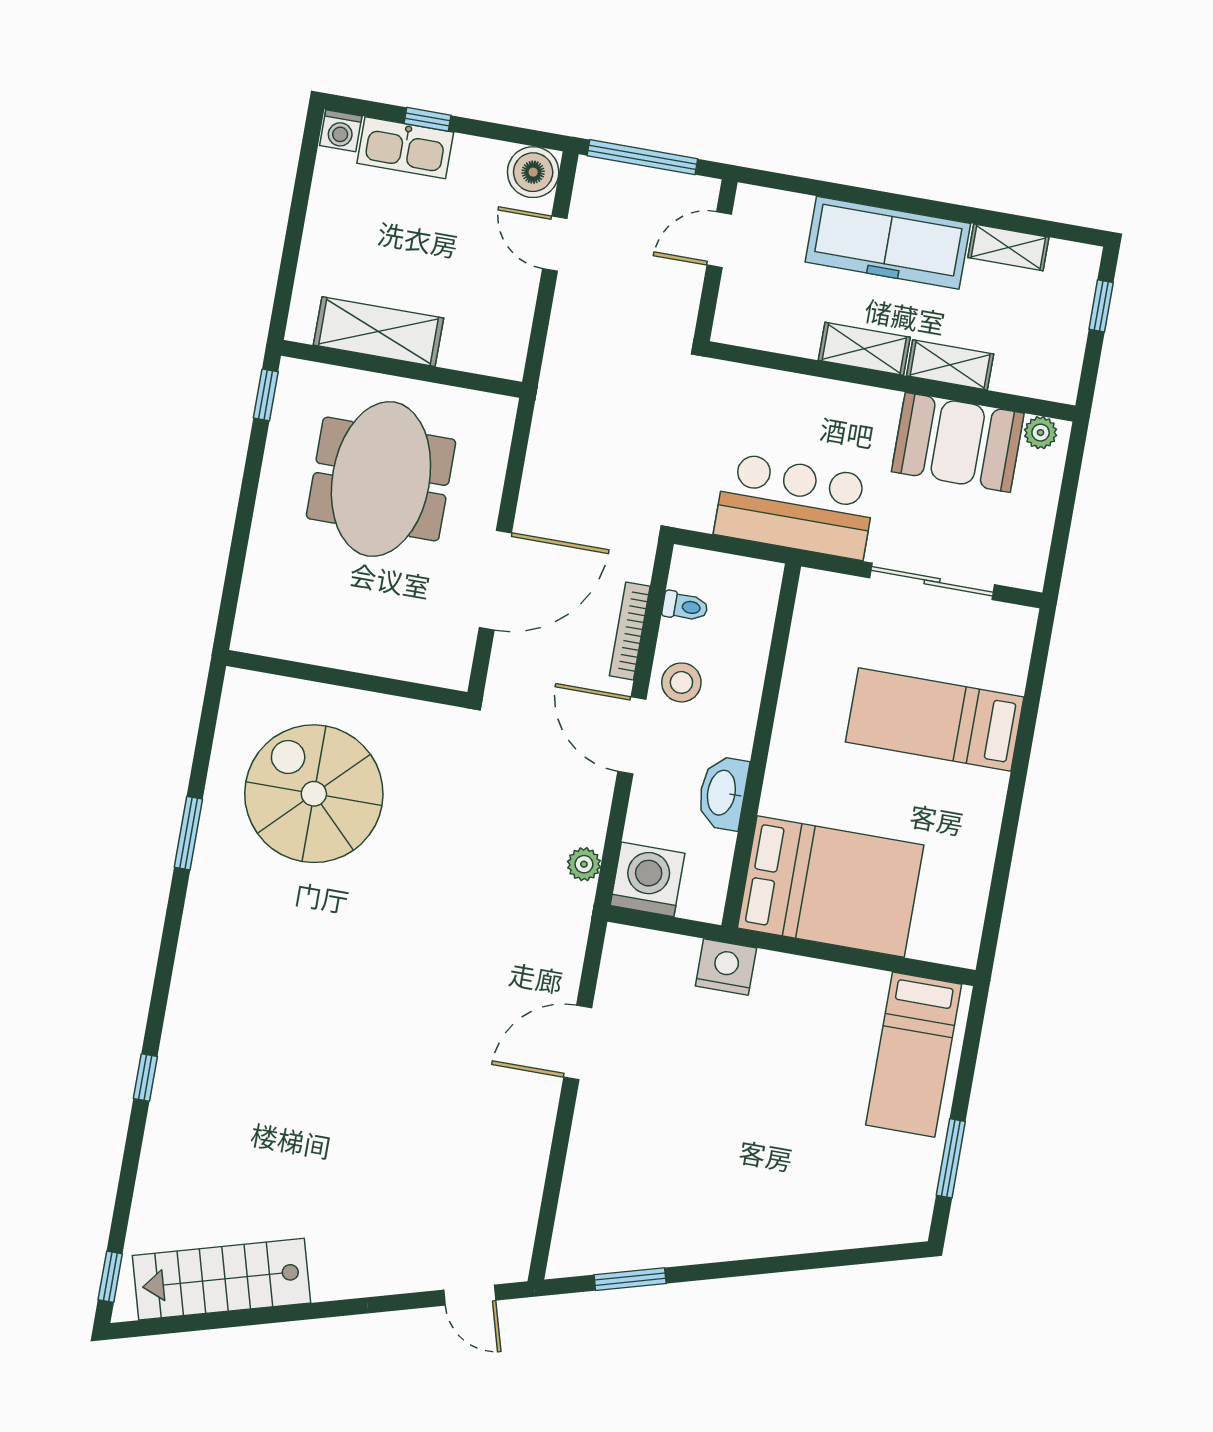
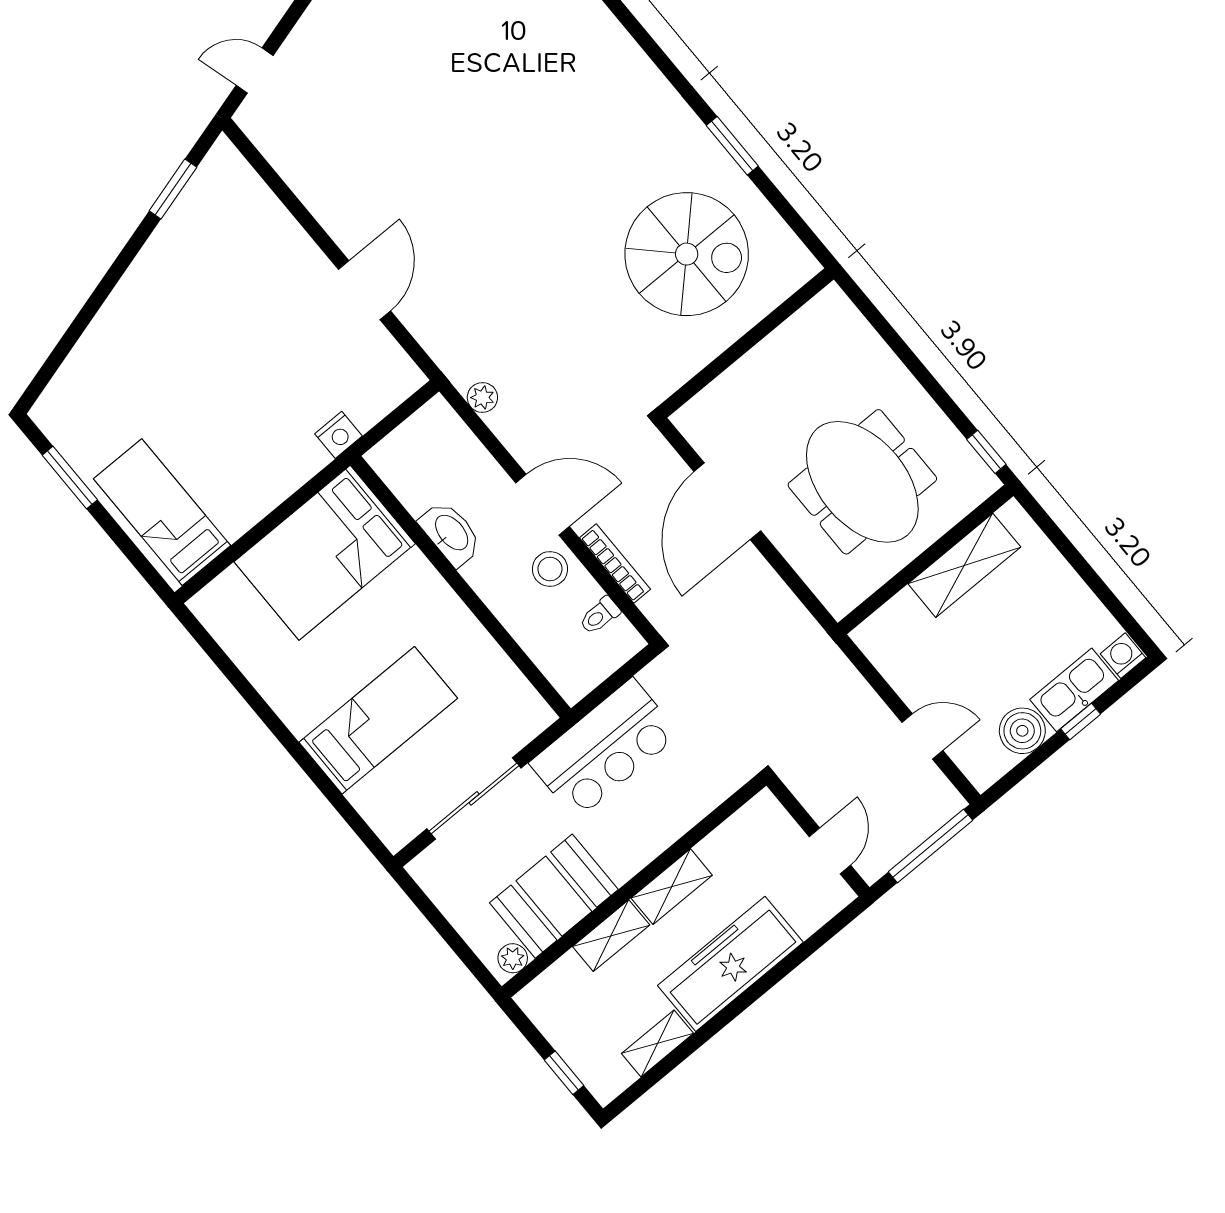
boiler: (533, 172) -> (1022, 731), moved
washing machine: (648, 879) -> (435, 432), removed
nightstand: (726, 967) -> (339, 435), width x0.74, depth x0.75

